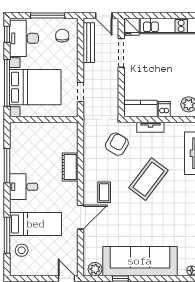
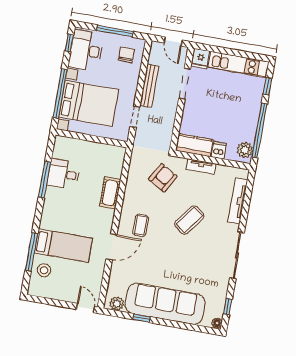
bench: (89, 43) -> (149, 86), moved
coffee table: (149, 179) -> (189, 220), width x0.73, depth x0.76
desk: (24, 187) -> (63, 174), moved

